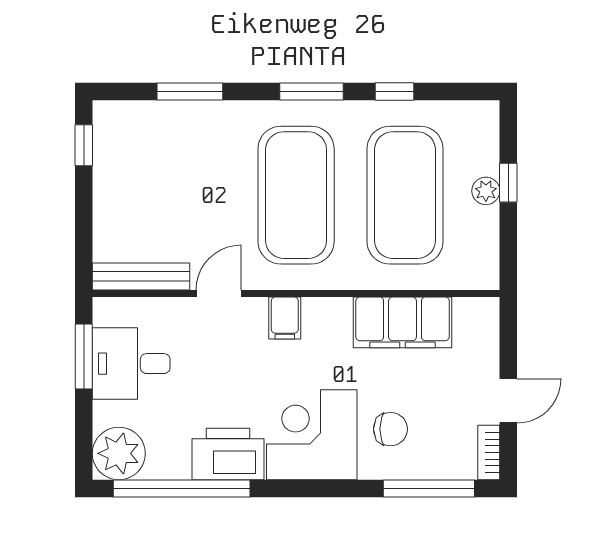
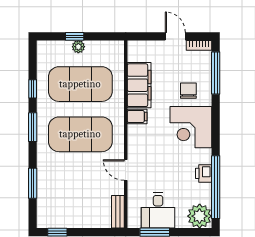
bench: (141, 276) -> (118, 212), width x0.73
filing cabinet: (285, 318) -> (137, 116), moved
printer: (228, 454) -> (204, 173), width x0.53, depth x0.68

